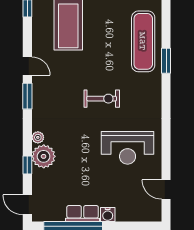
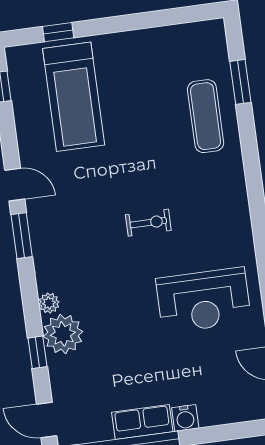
exercise mat: (143, 41) -> (206, 116), width x0.73, depth x0.69
window: (166, 61) -> (240, 82), moved
exercise bike: (102, 99) -> (148, 223), width x0.73, depth x0.72

